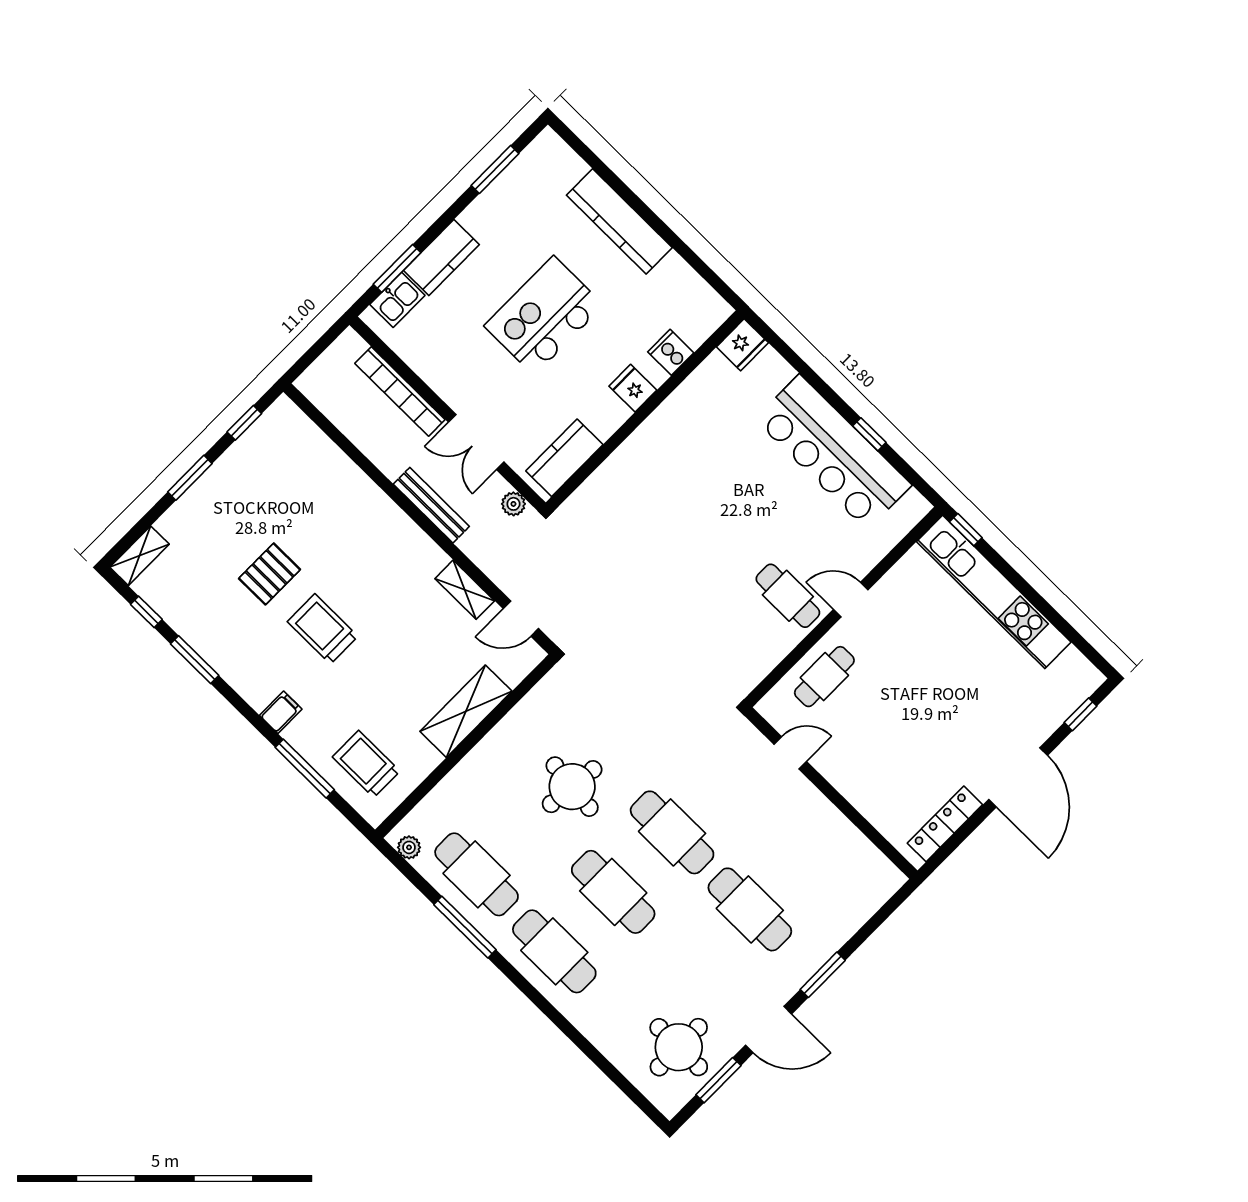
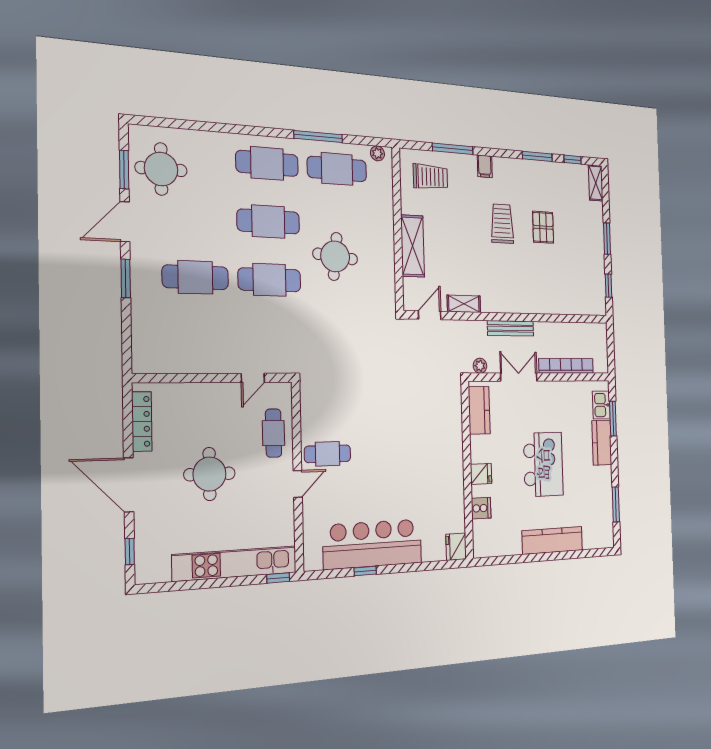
trolley: (323, 629) -> (502, 224), turned -90
round table: (930, 705) -> (209, 474), added

